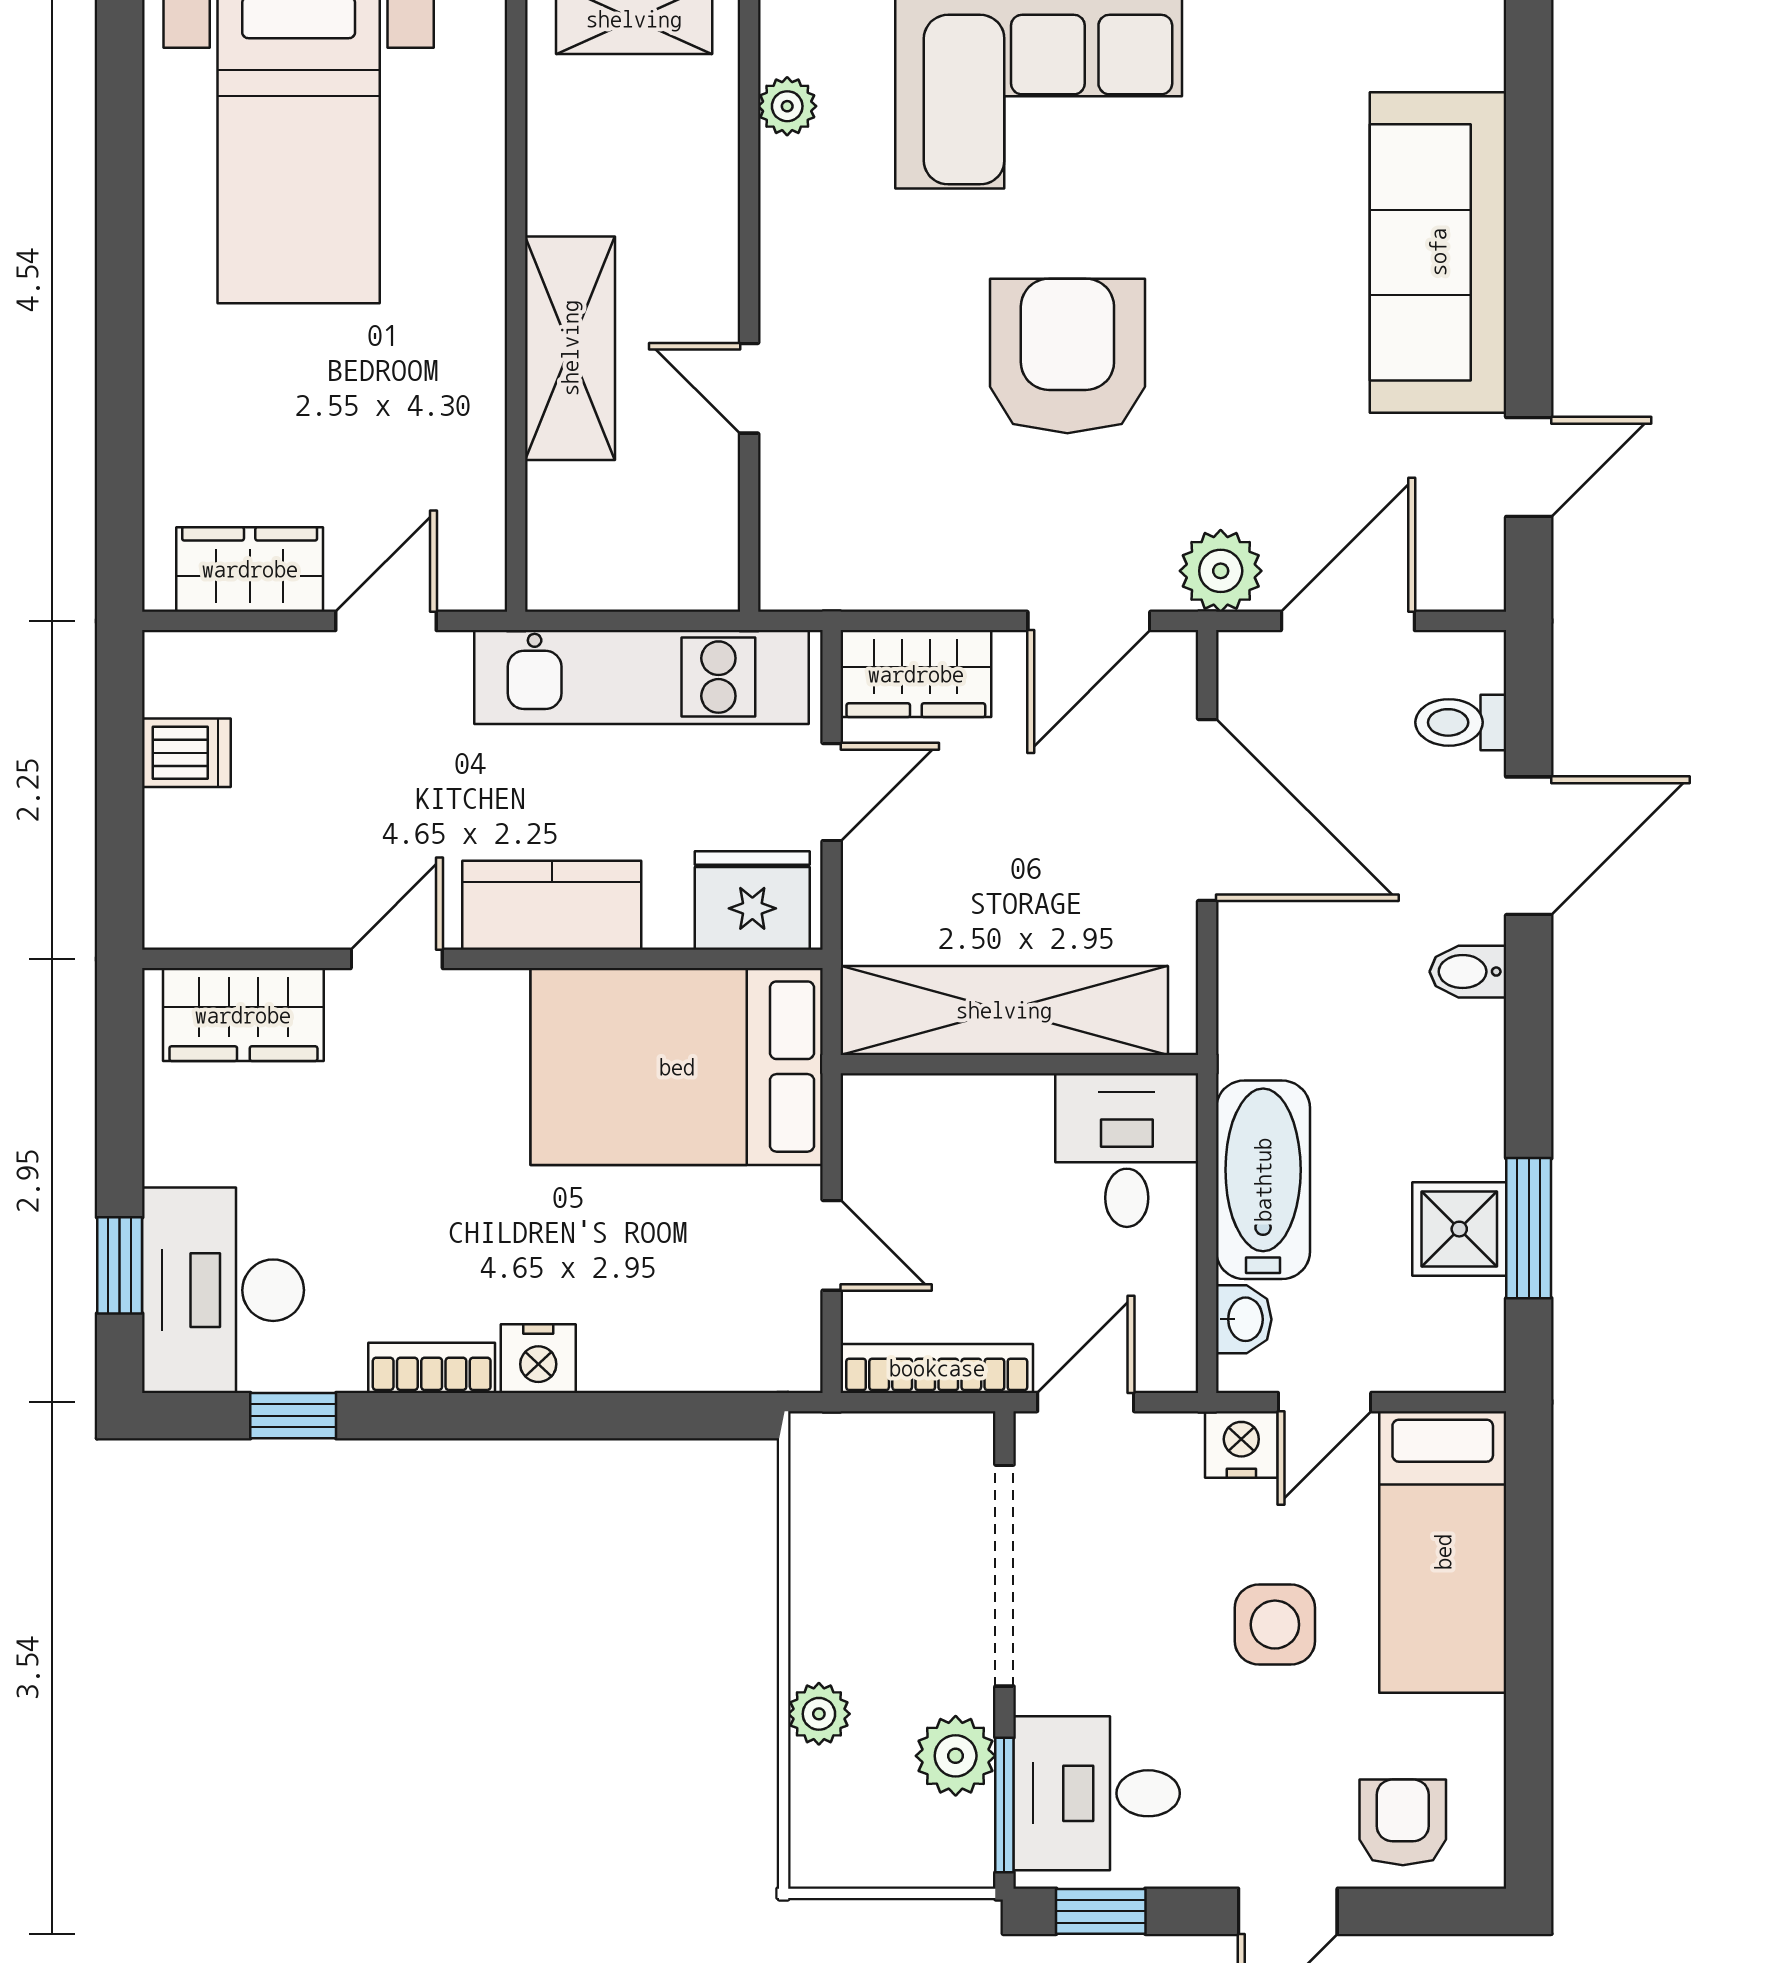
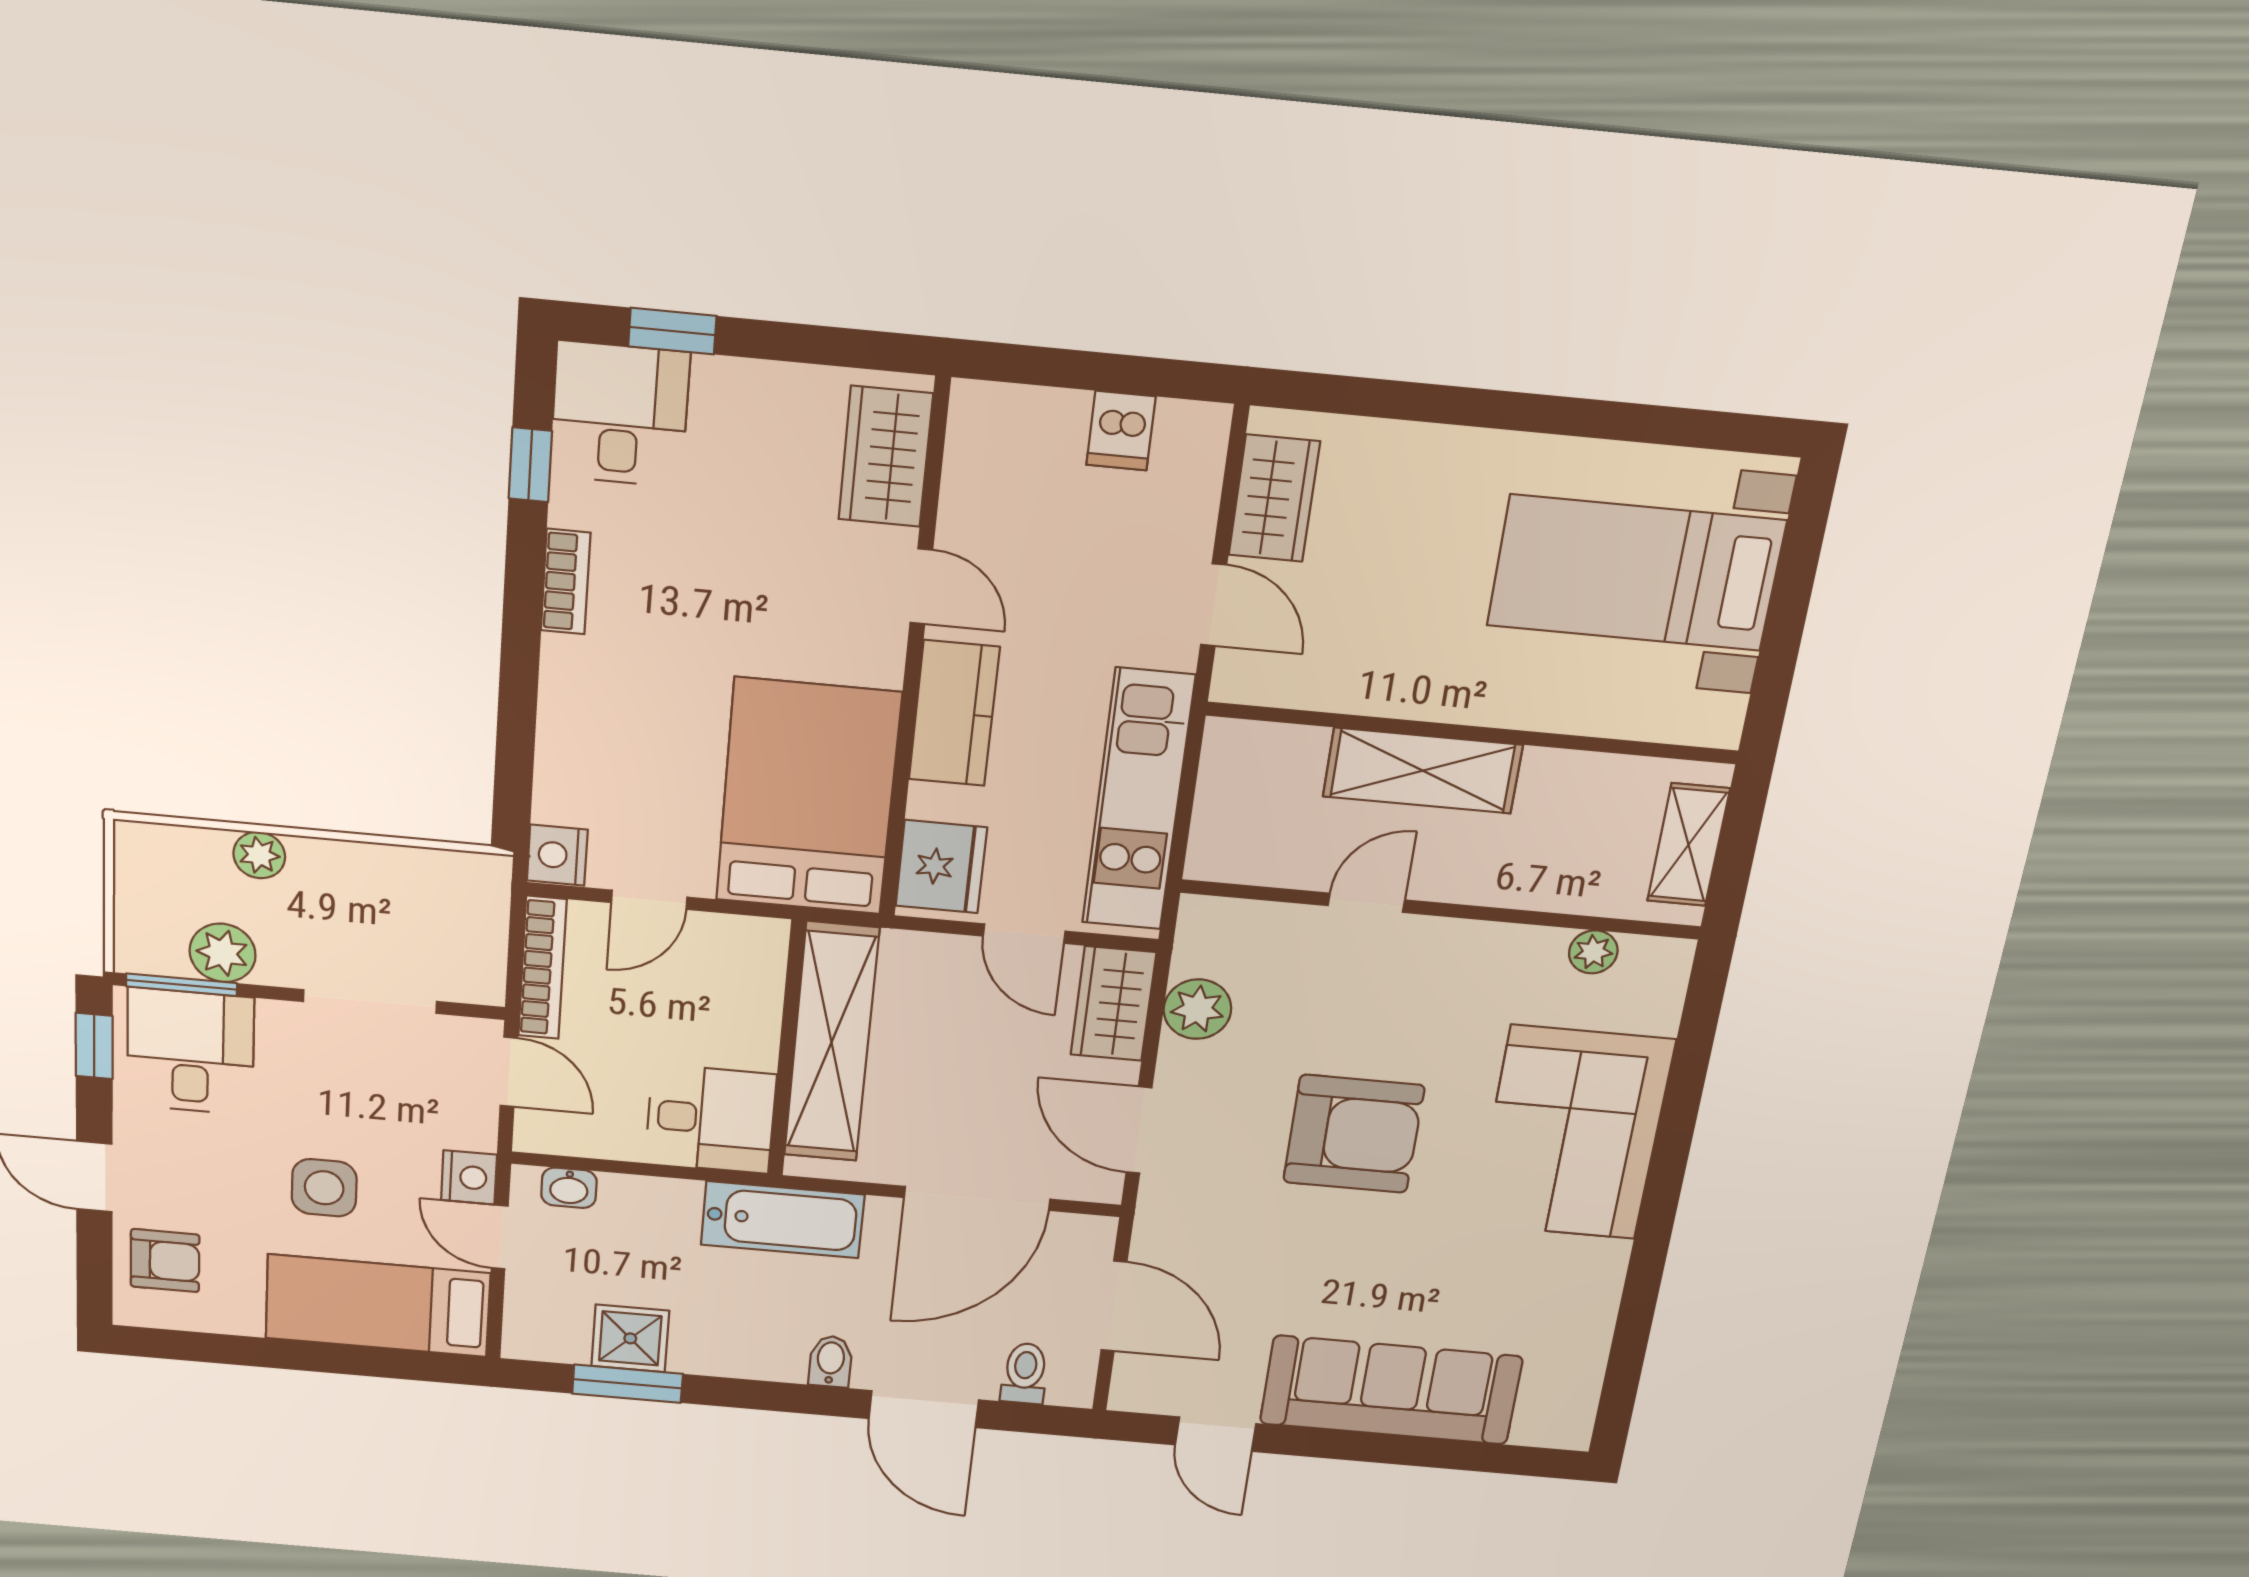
plant: (1221, 571) -> (1197, 1009), moved
bathtub: (1263, 1180) -> (783, 1220), moved
desk: (223, 1290) -> (620, 414), width x0.73
nightstand: (538, 1359) -> (557, 855), moved
doorway: (1004, 1576) -> (370, 1001), width x0.73

